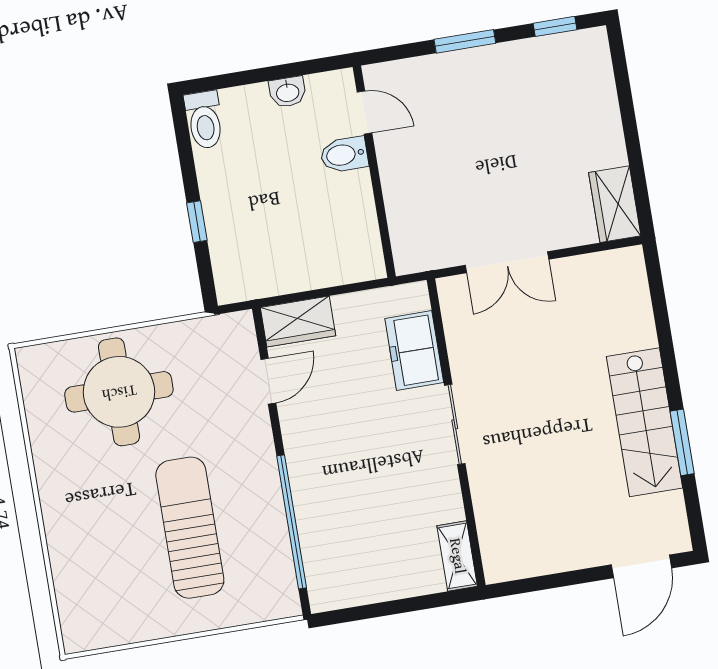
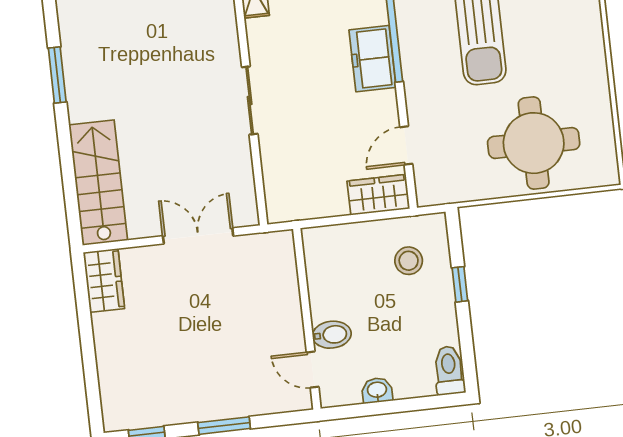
stool: (258, 246) -> (409, 261), added
freezer: (414, 351) -> (373, 59), moved, turned 180
stairs: (645, 422) -> (98, 183), moved

